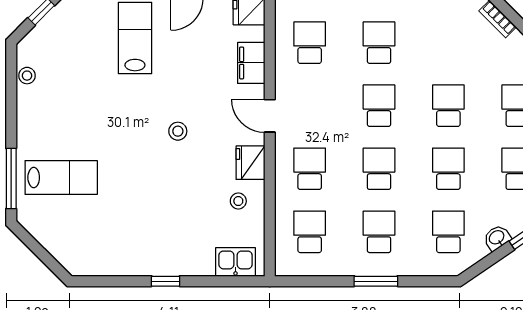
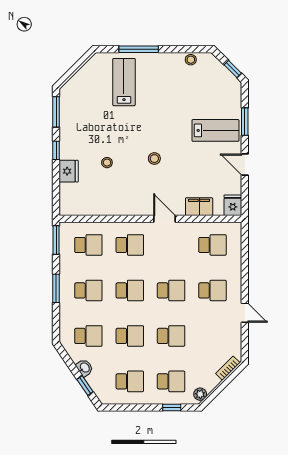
door: (270, 116) -> (164, 219), hinge flipped
fridge: (250, 163) -> (69, 171), moved, turned 90
window: (11, 178) -> (139, 49), moved
lab bench: (61, 178) -> (124, 82), turned 180
stool: (238, 201) -> (107, 163), moved
kitchen sink: (236, 262) -> (69, 196), removed
window: (107, 281) -> (56, 112), added
window: (302, 281) -> (56, 240), added

